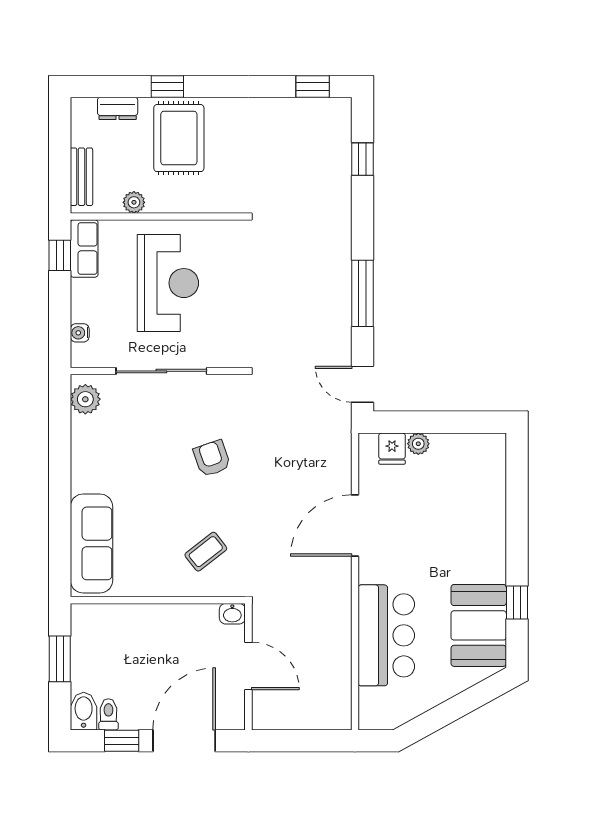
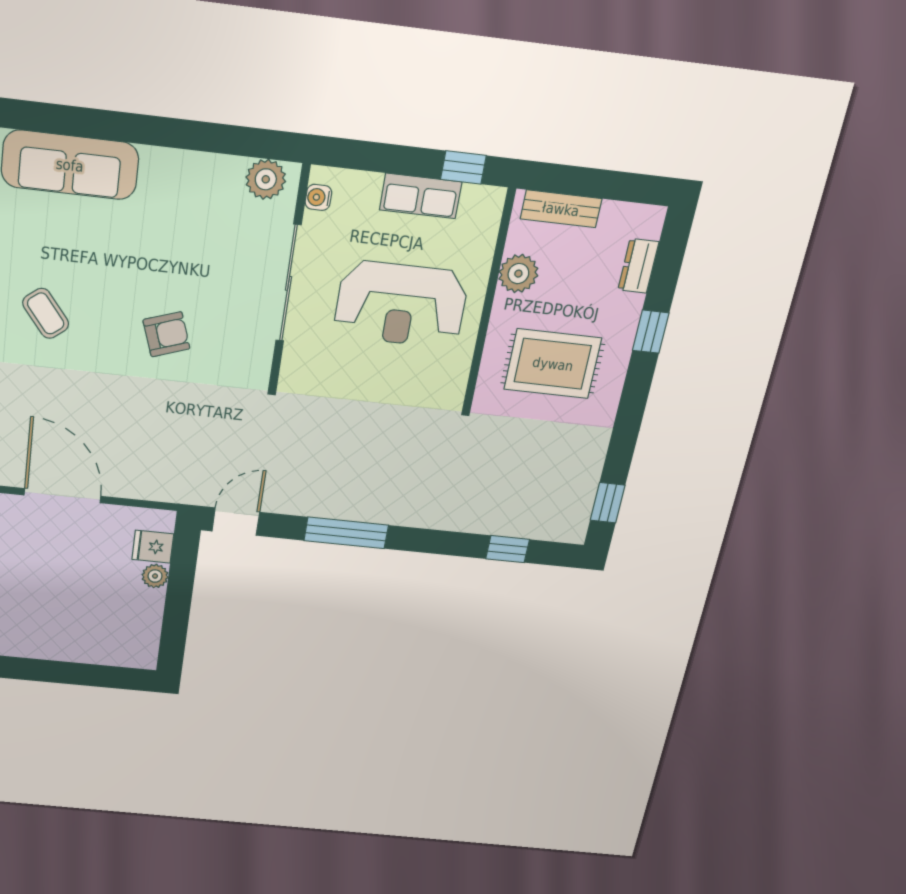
rug: (179, 138) -> (553, 364), moved
plant: (134, 202) -> (518, 274), width x1.38, depth x1.38
row of seats: (84, 248) -> (421, 196), moved
water cooler: (80, 333) -> (318, 197), moved, turned -90

